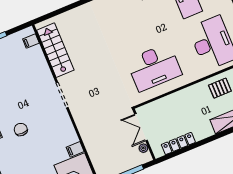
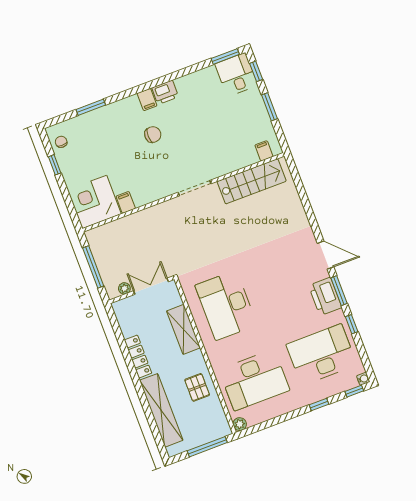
shelving: (174, 100) -> (184, 329), added
locker: (178, 143) -> (138, 357), moved

